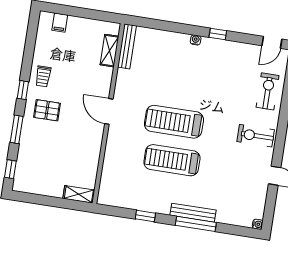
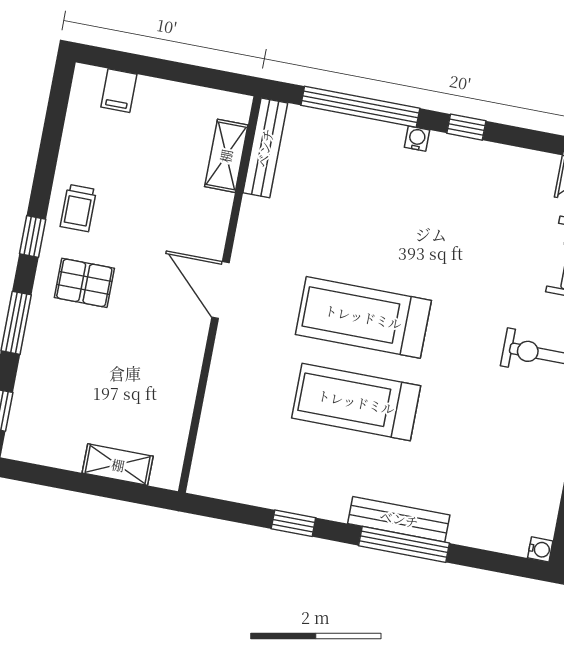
window: (169, 26) -> (360, 107), added
shelving: (79, 194) -> (118, 465), moved

